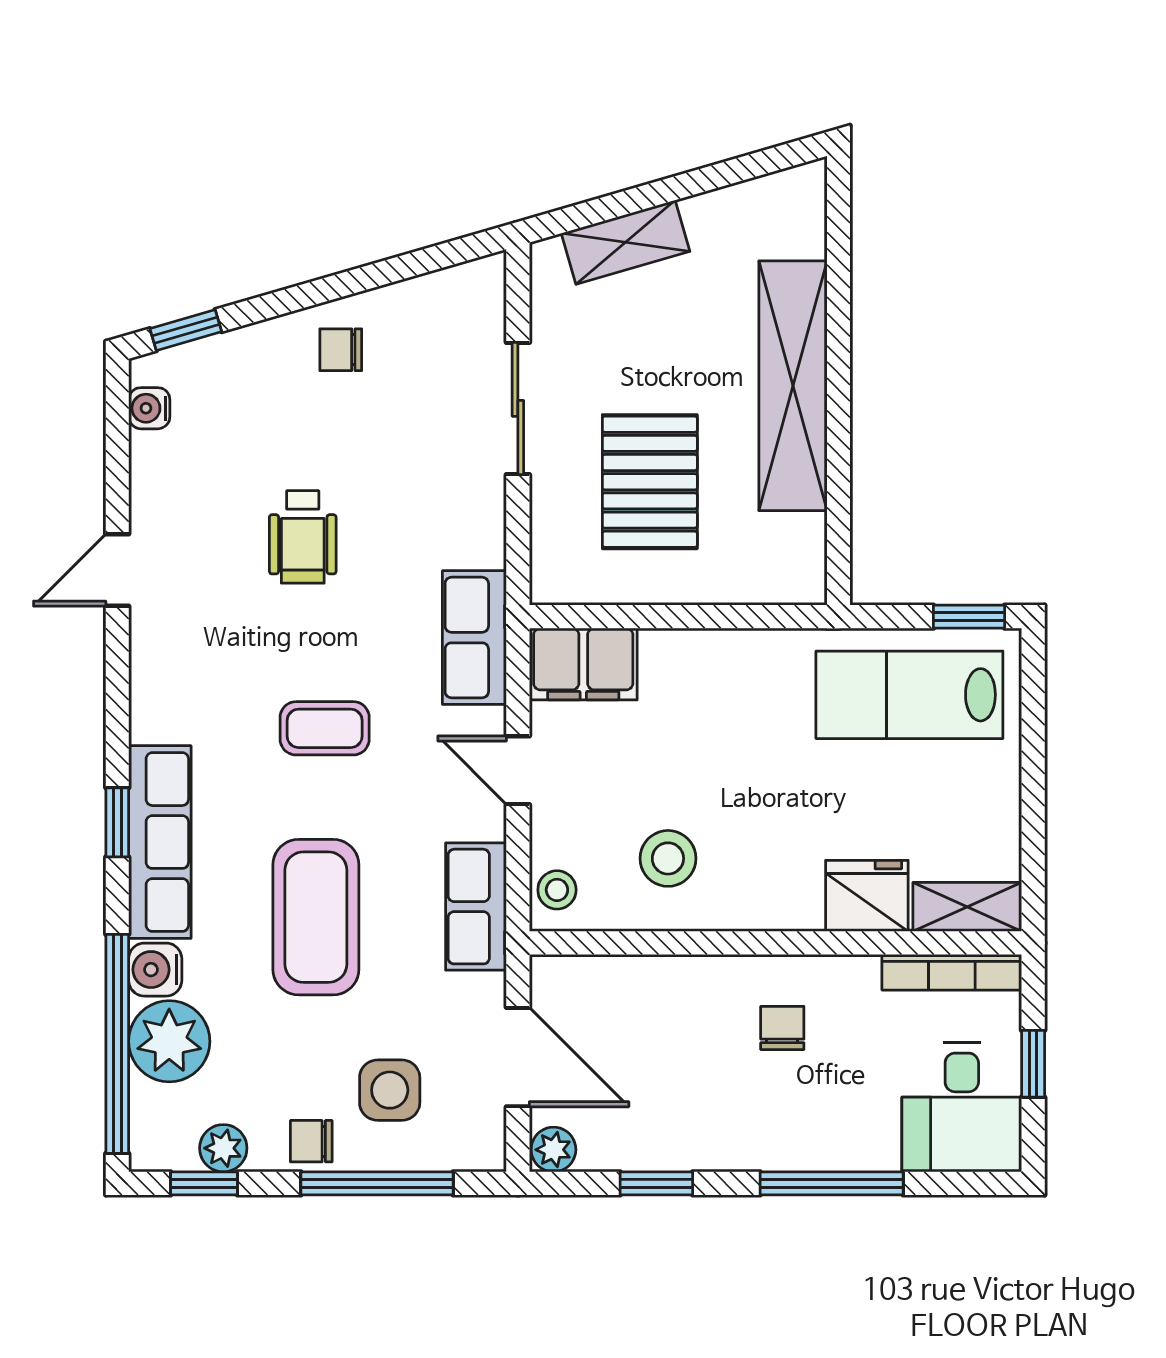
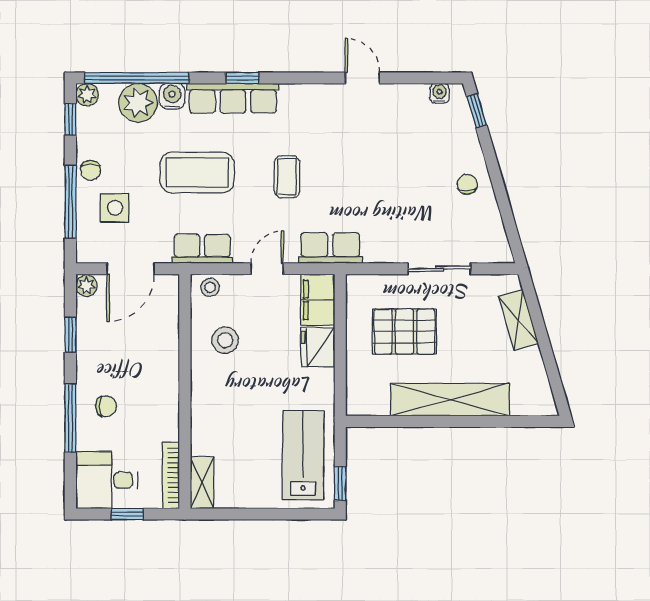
wheelchair: (303, 537) -> (378, 166), removed
fridge: (867, 896) -> (318, 347), moved, turned 180
chair: (782, 1028) -> (106, 406), moved
chair: (311, 1141) -> (91, 170), turned 180
plant: (223, 1148) -> (87, 95), moved

